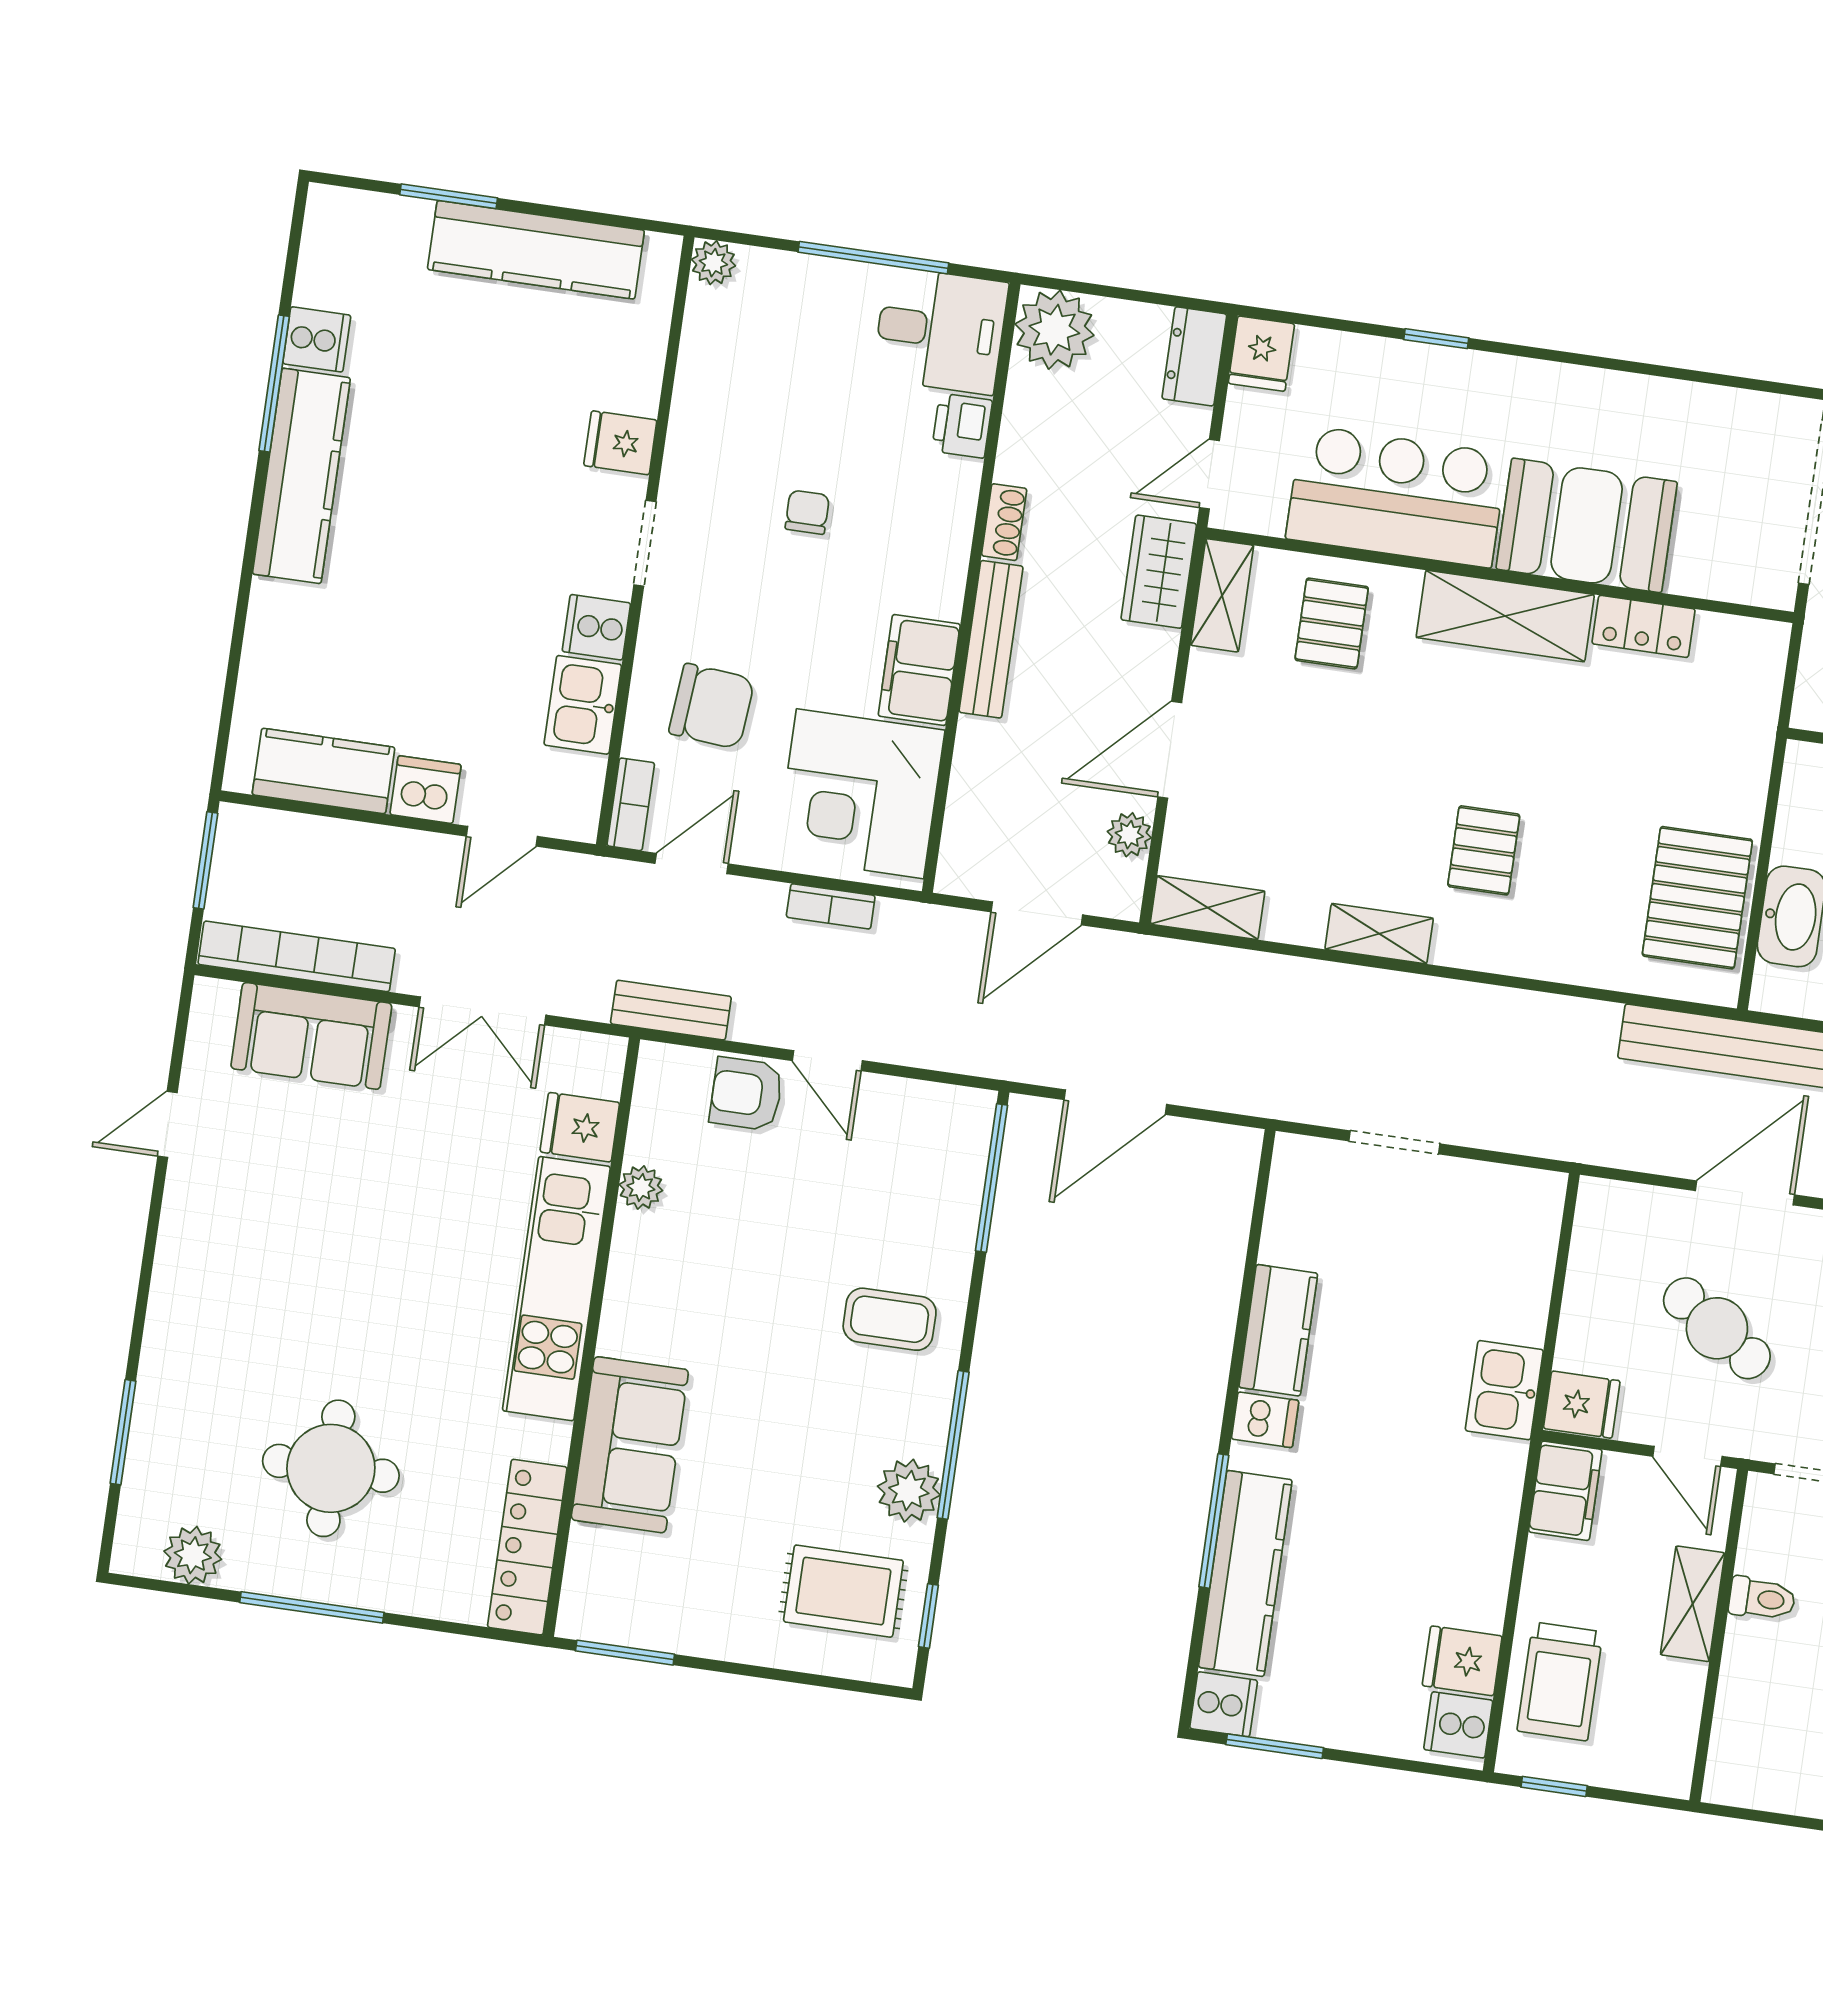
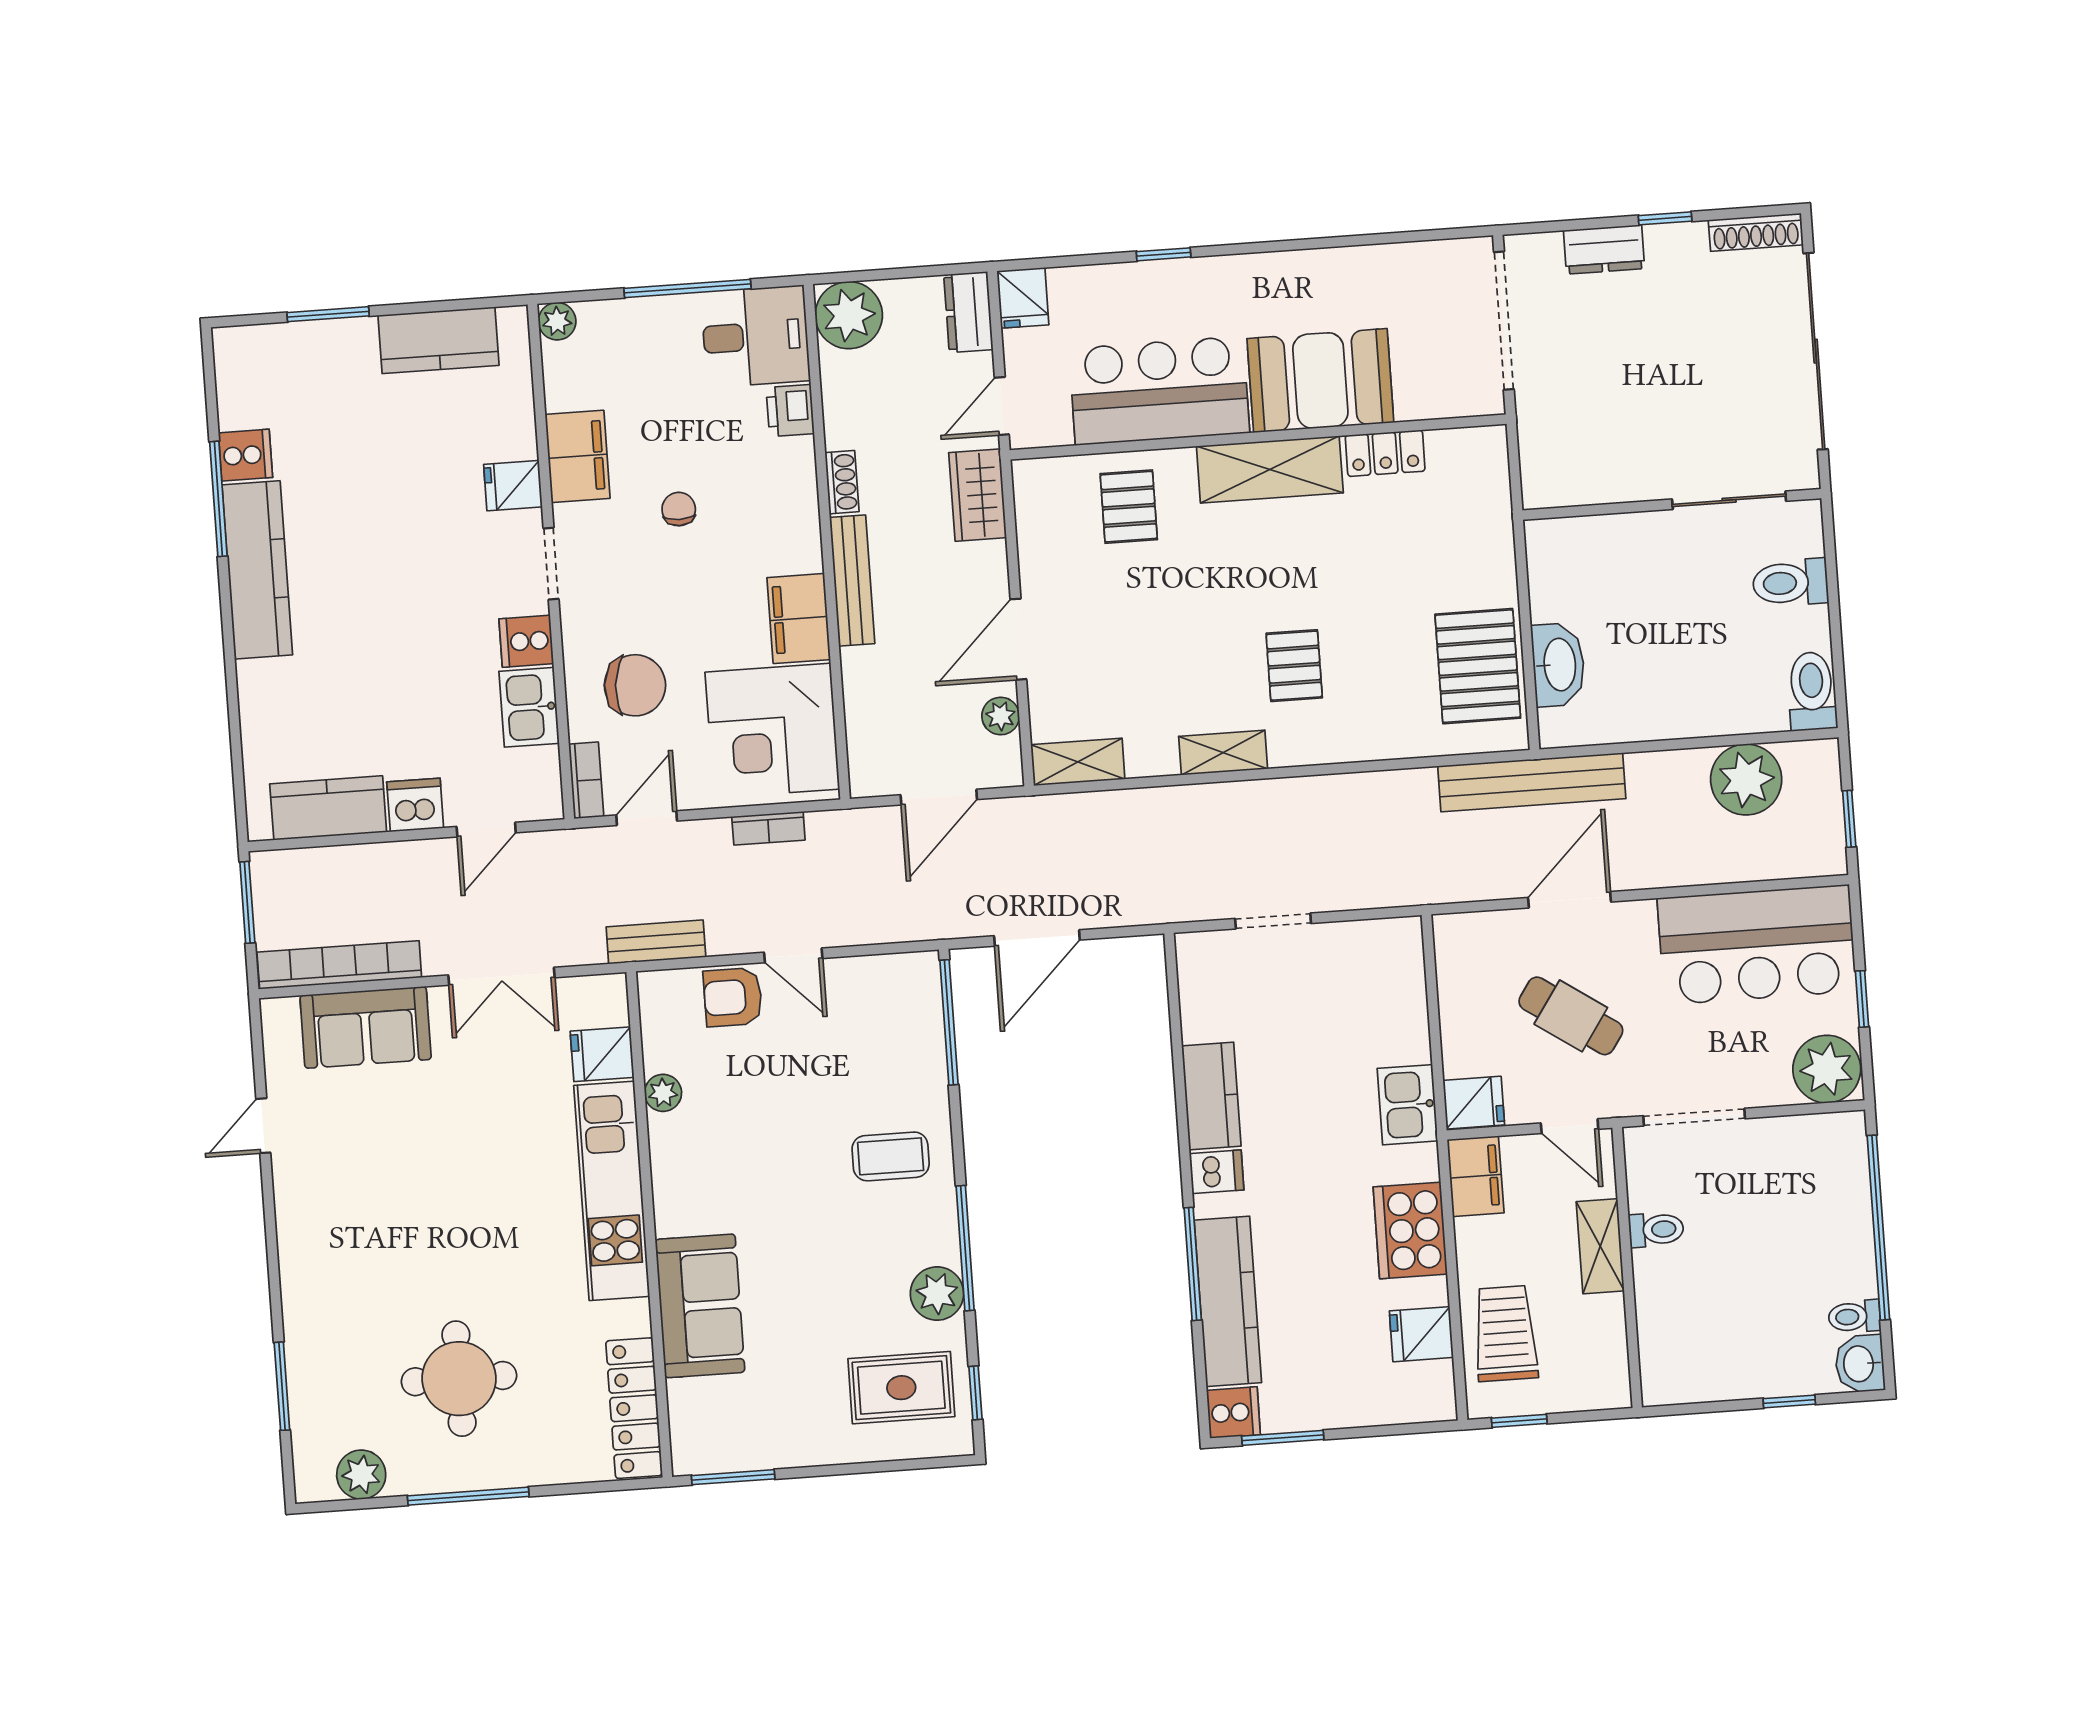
kitchen counter: (536, 250) -> (438, 340), width x0.67
filing cabinet: (703, 425) -> (578, 456), added
shelving: (1222, 595) -> (1034, 503), removed
trolley: (1560, 1681) -> (1505, 1334), turned 180
cooker: (1458, 1725) -> (1410, 1230), moved, width x1.87, depth x1.31

